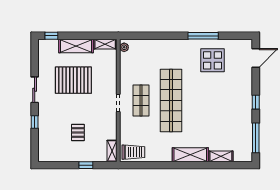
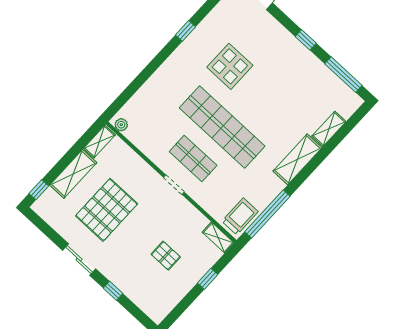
window: (203, 36) -> (186, 31), width x0.46
display table: (213, 60) -> (230, 66), moved
window: (148, 165) -> (267, 214), added

